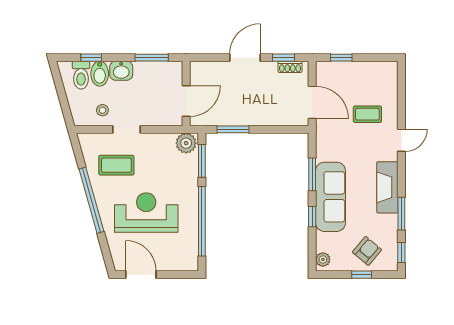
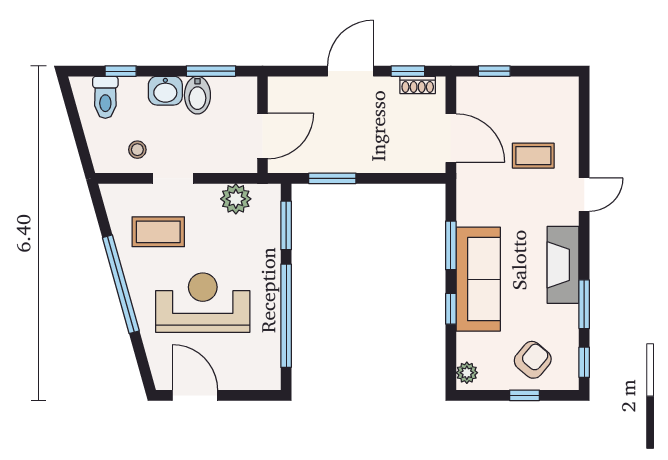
bidet: (100, 74) -> (197, 95), moved
plant: (186, 143) -> (236, 199), moved

